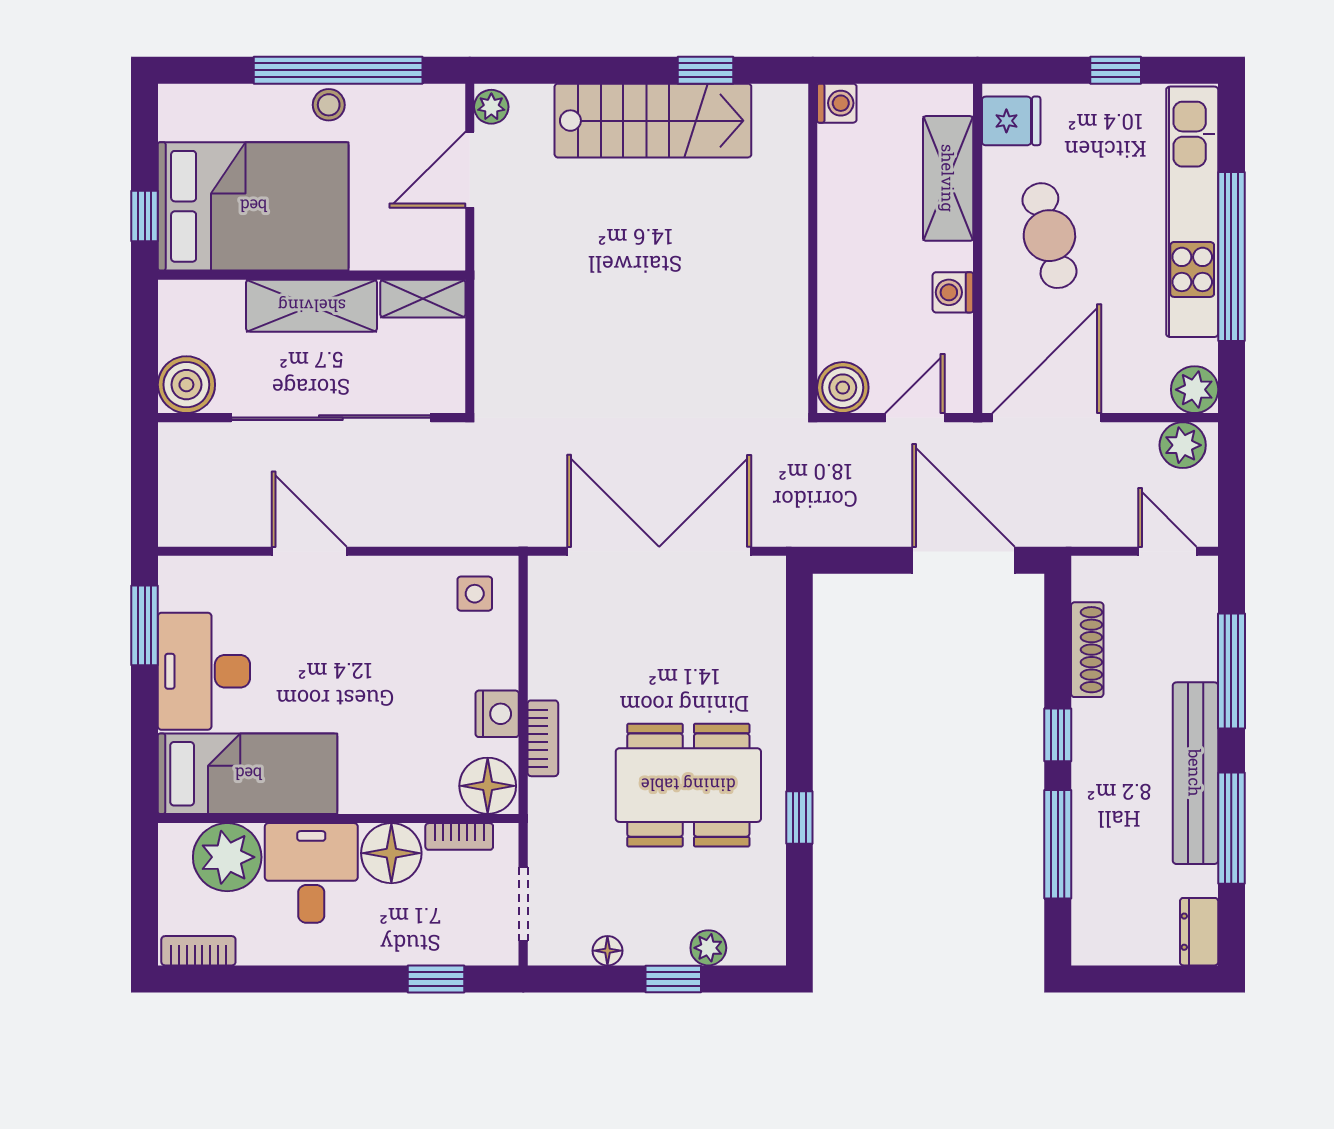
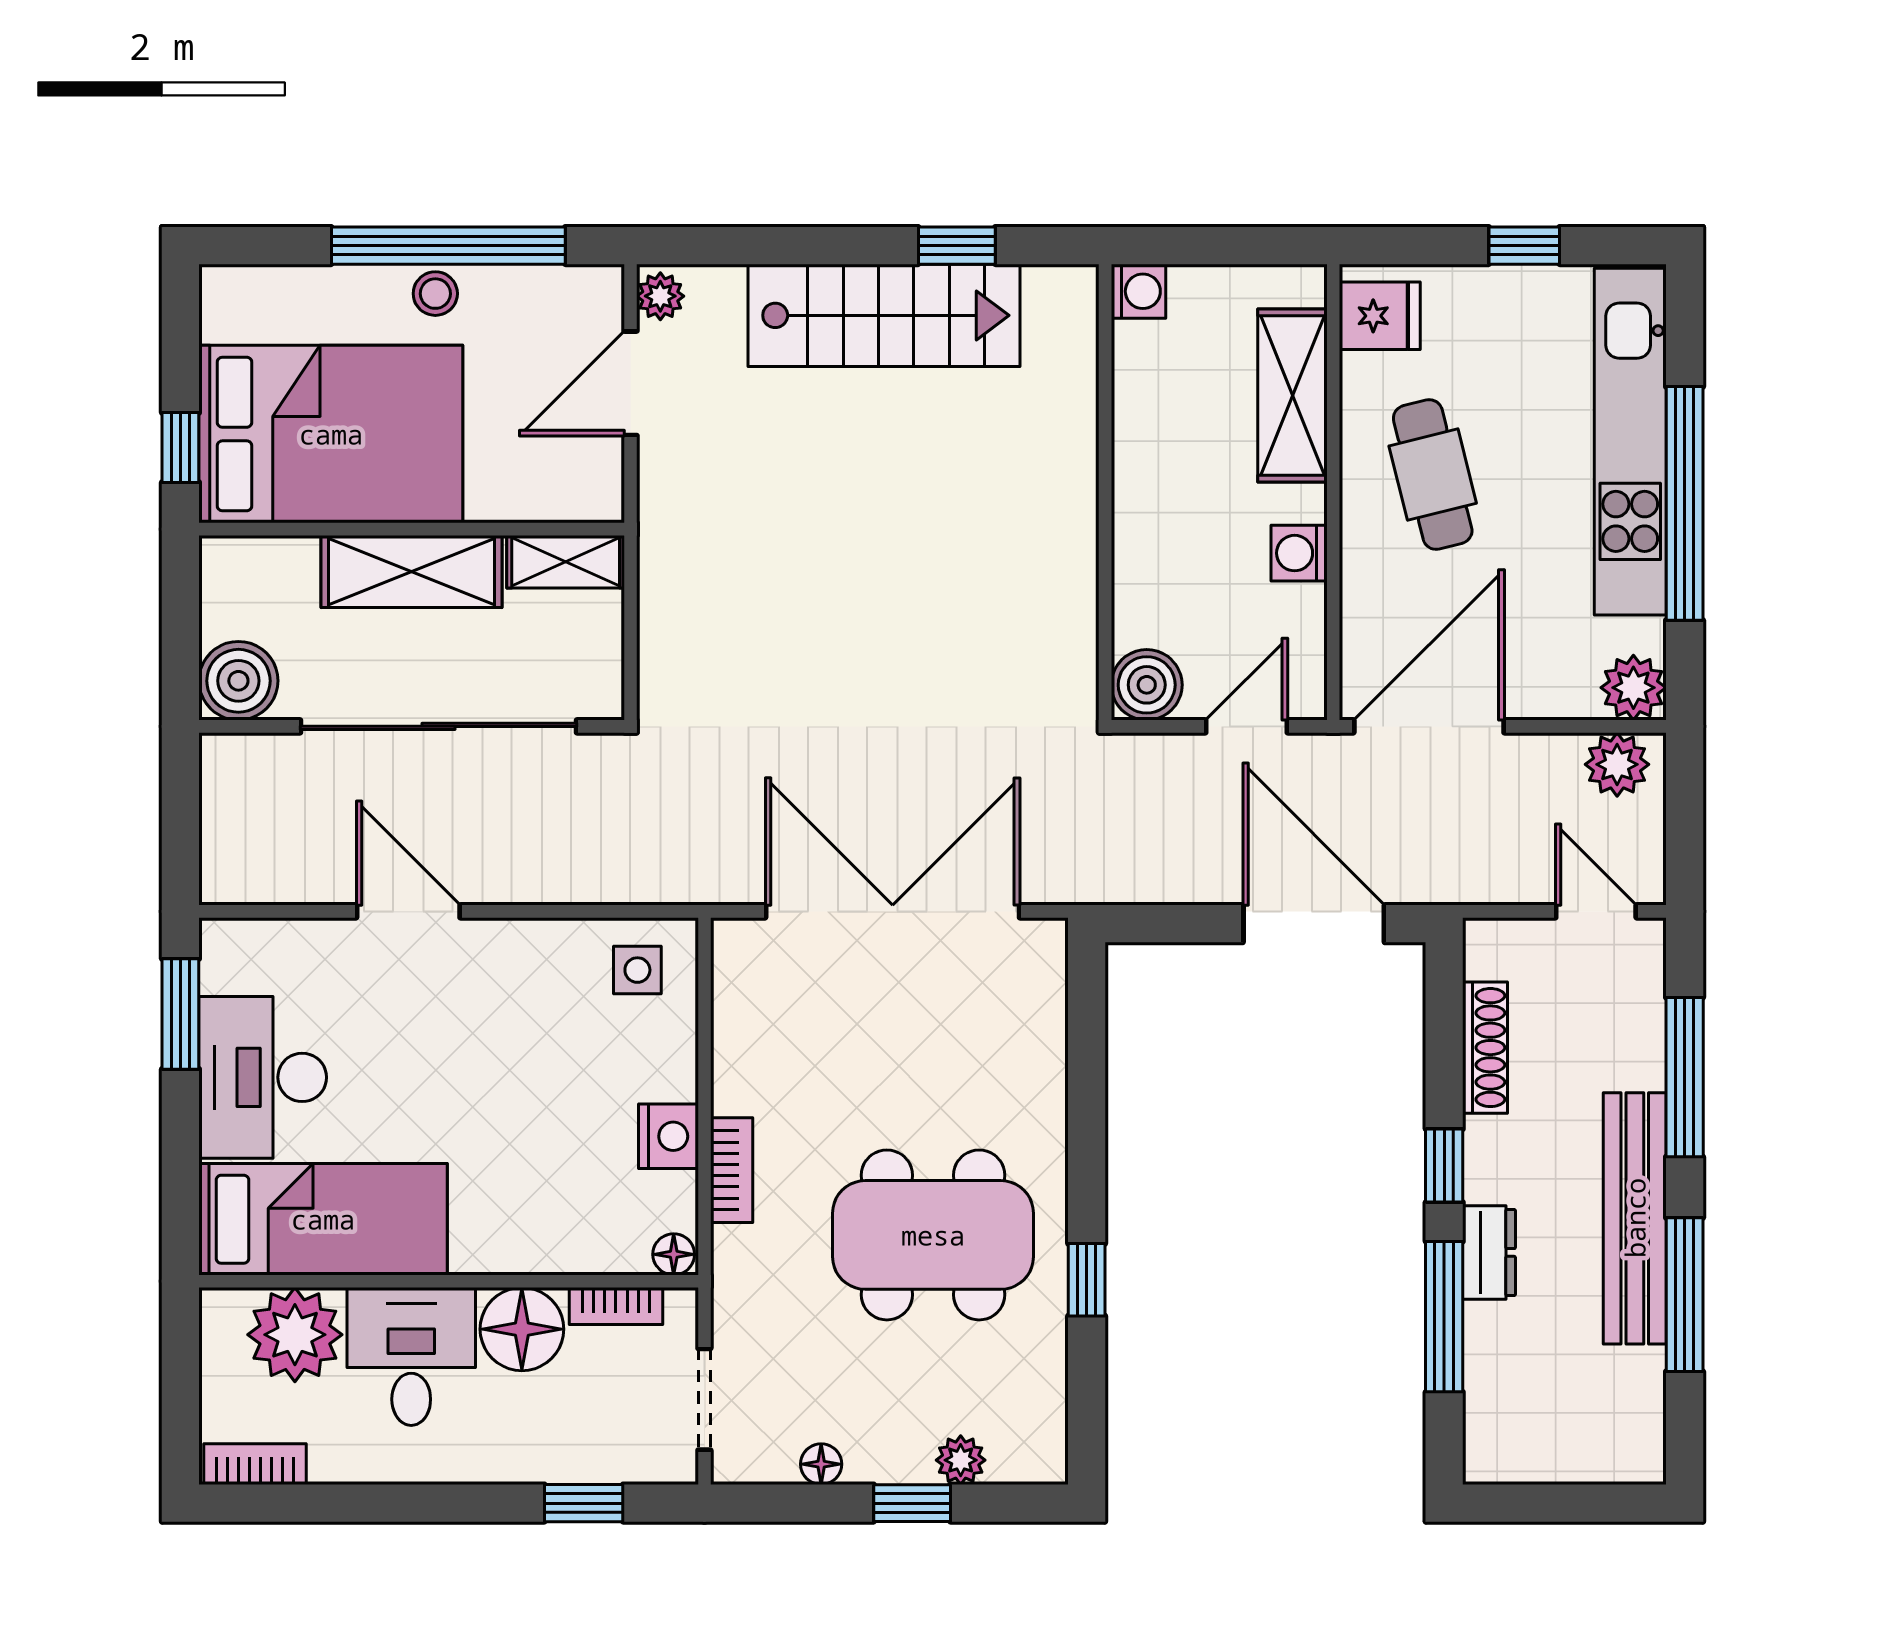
floor lamp: (488, 786) -> (674, 1254), width x0.53, depth x0.53
dresser: (1199, 932) -> (1489, 1252), moved, turned 180

